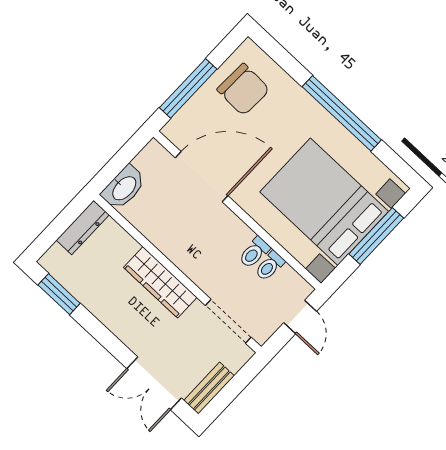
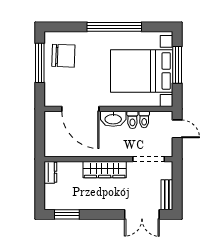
window: (188, 88) -> (40, 63), moved
door: (202, 177) -> (80, 109), swing flipped
washbasin: (124, 188) -> (113, 119), moved, turned 90
dresser: (83, 228) -> (50, 172), width x0.70

